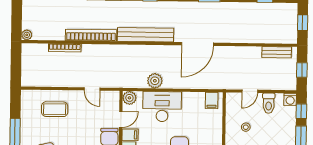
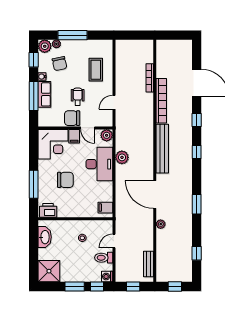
plant: (27, 35) -> (161, 224), moved
door: (250, 91) -> (114, 241), hinge flipped
wheelchair: (85, 130) -> (78, 97), added

